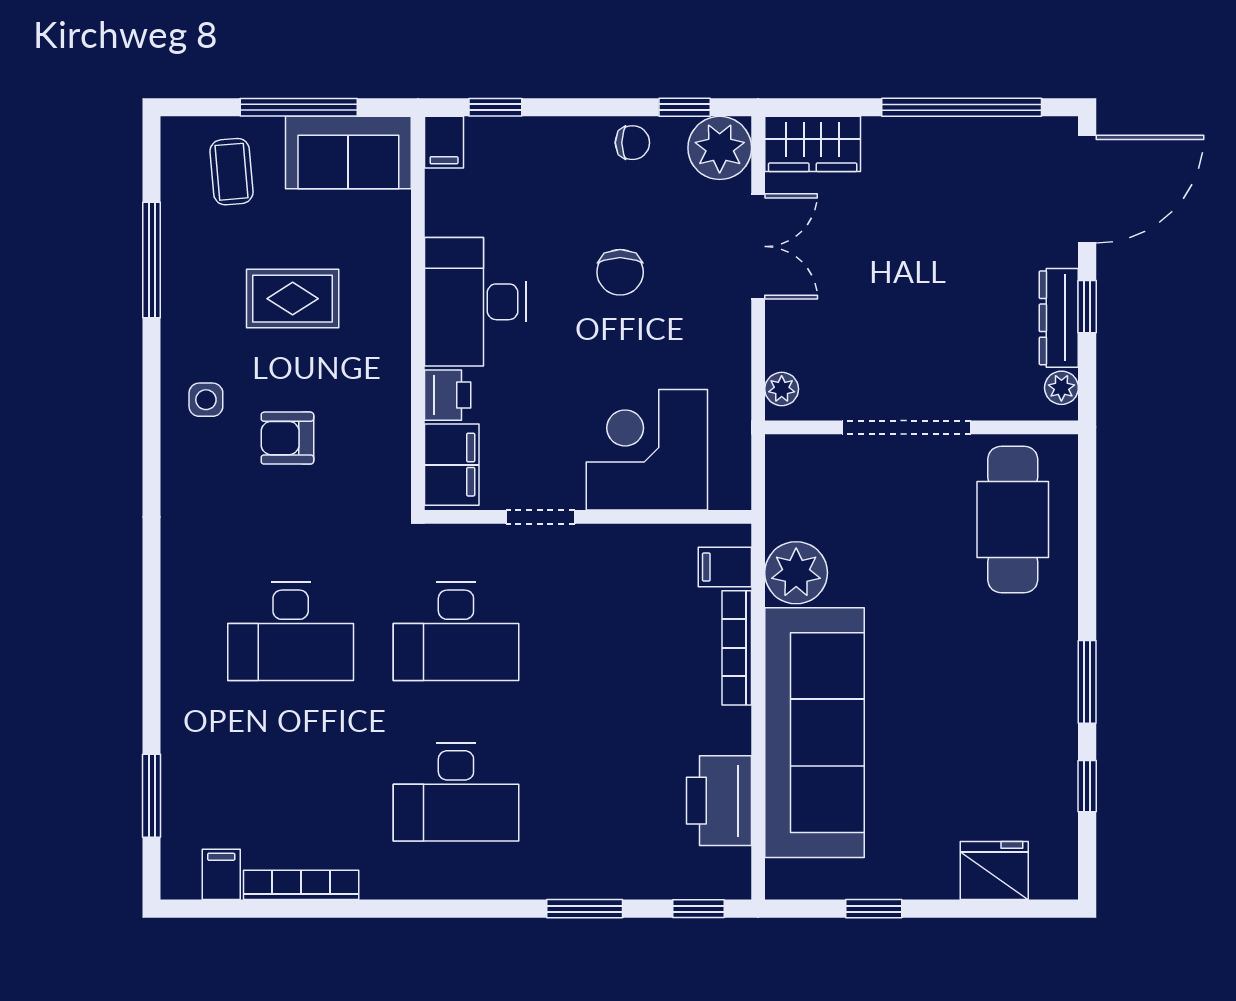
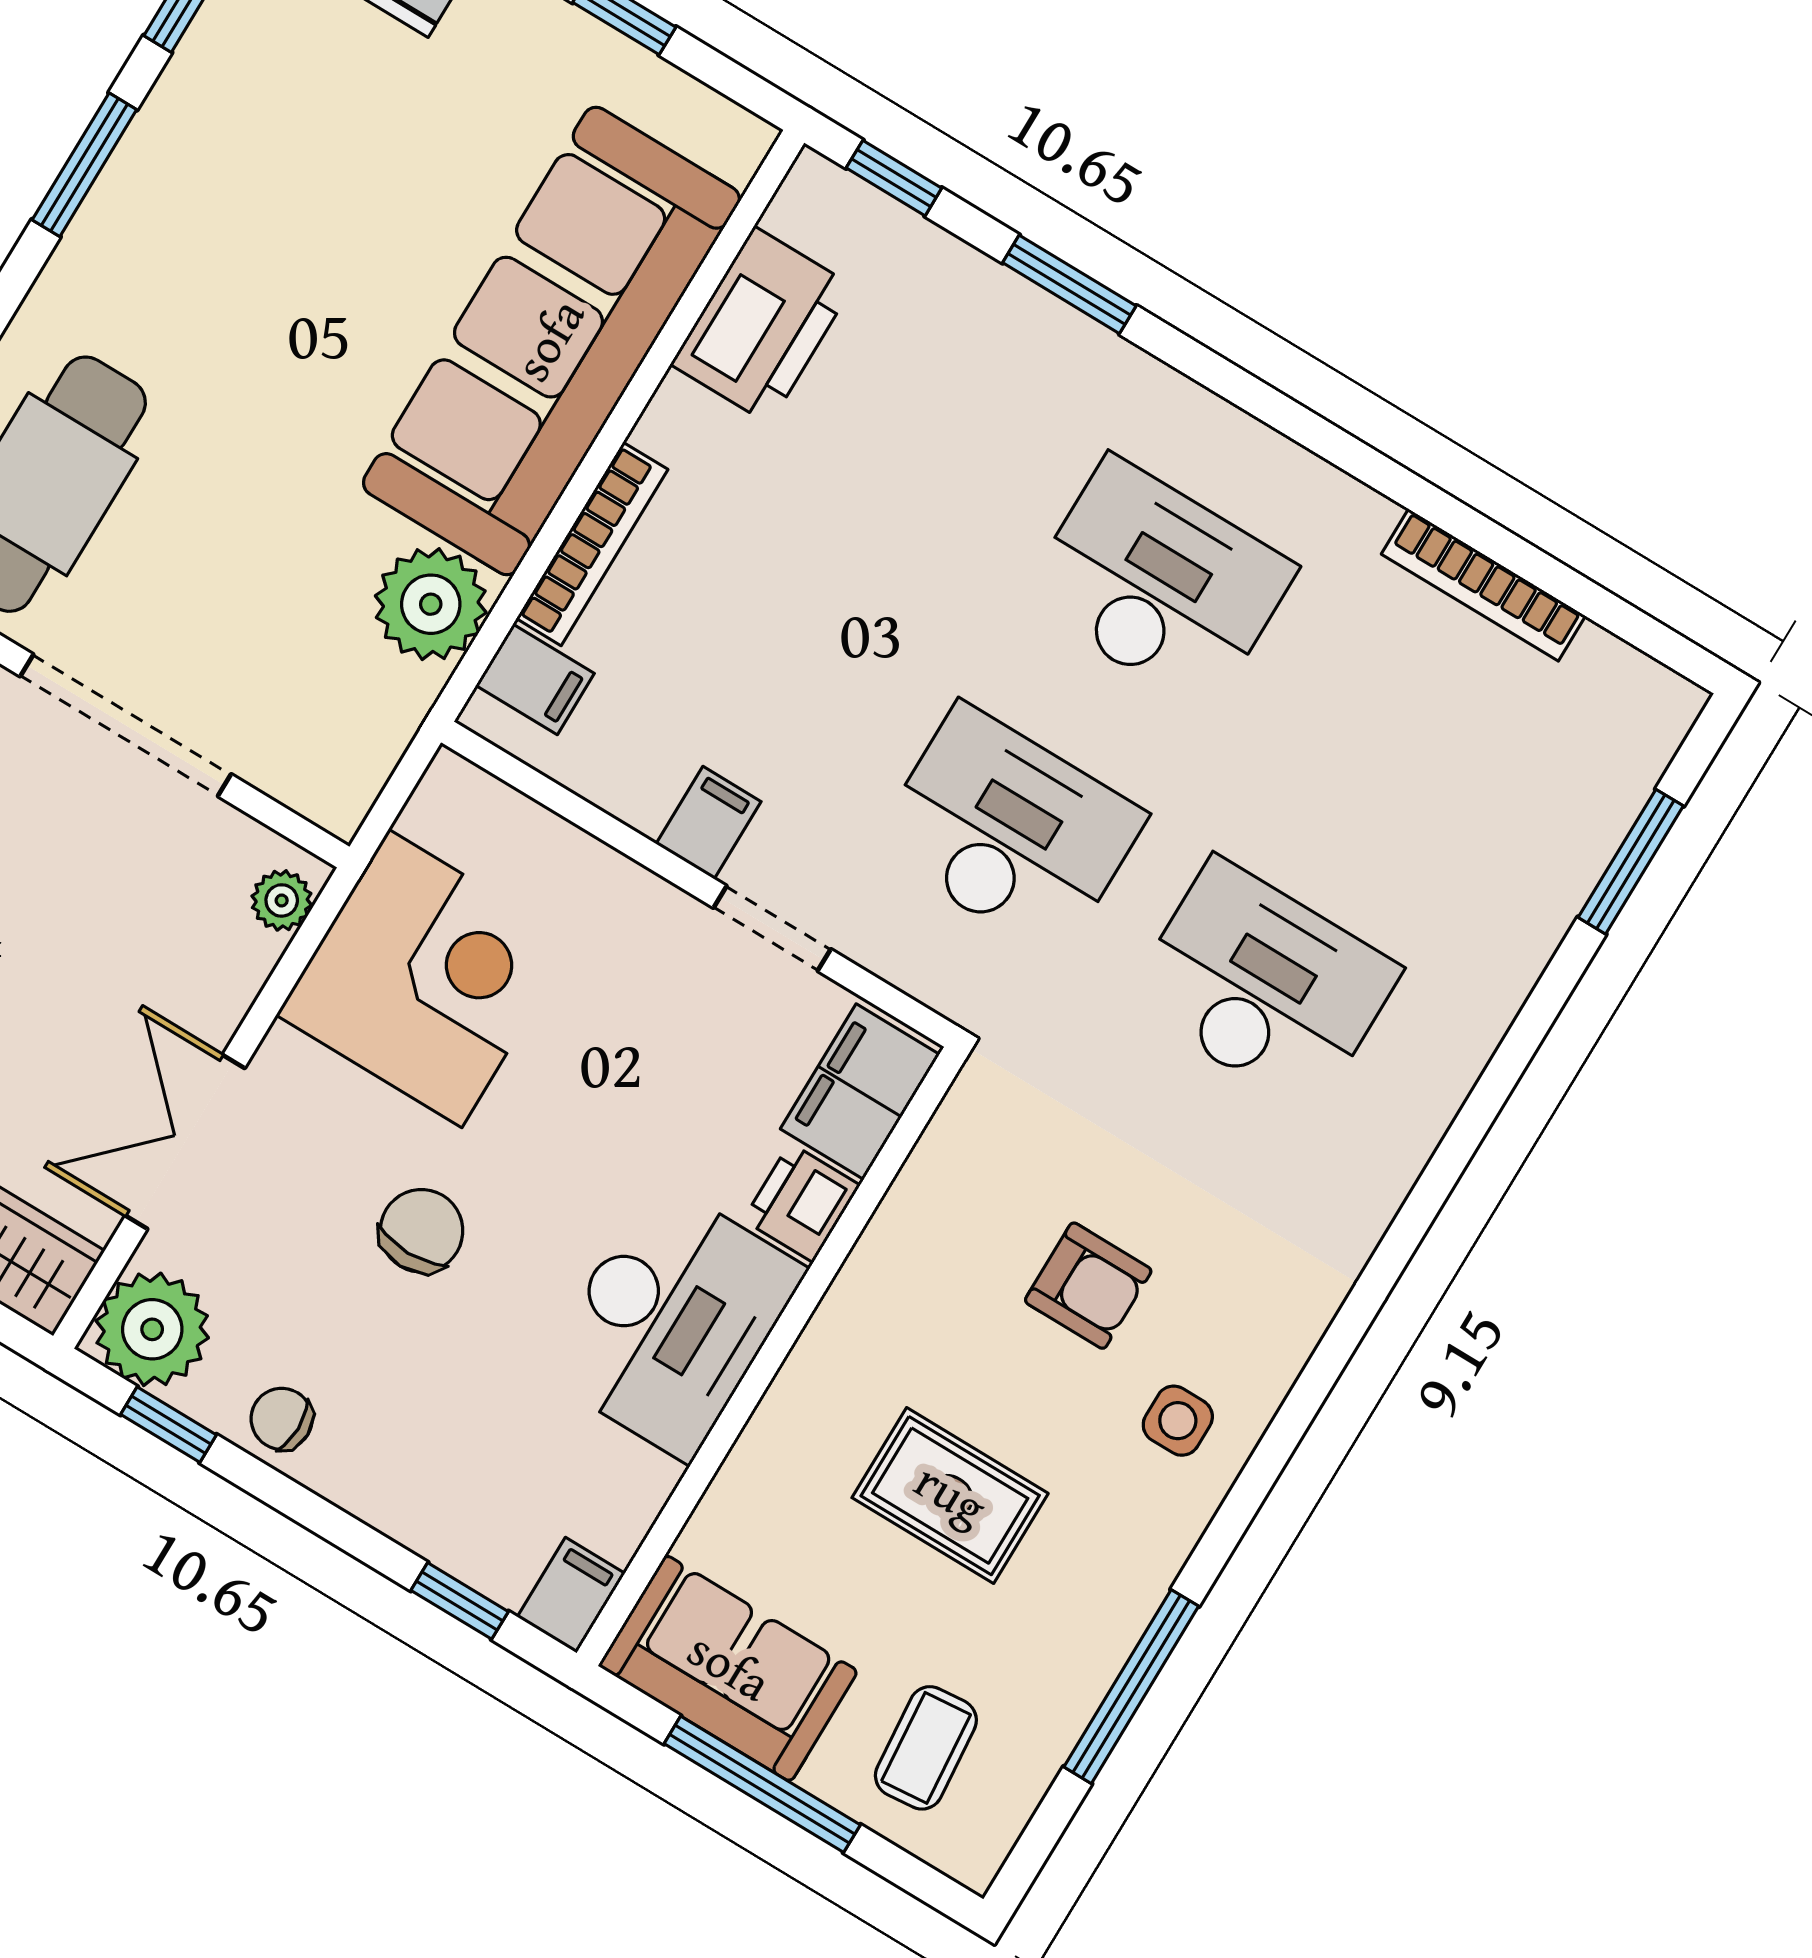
corner desk: (647, 450) -> (425, 978), moved, turned -90
filing cabinet: (221, 874) -> (709, 823), moved, turned 180

